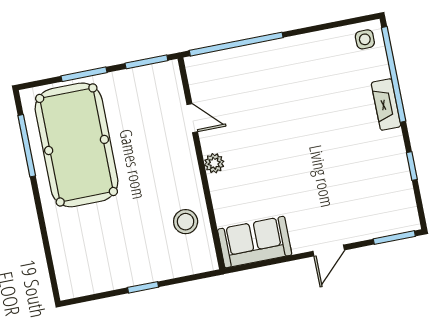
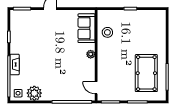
plant: (327, 47) -> (34, 93), added
door: (192, 118) -> (96, 88), moved
pool table: (77, 145) -> (146, 73), width x0.73, depth x0.76
sofa: (255, 242) -> (87, 28), moved, turned 90

